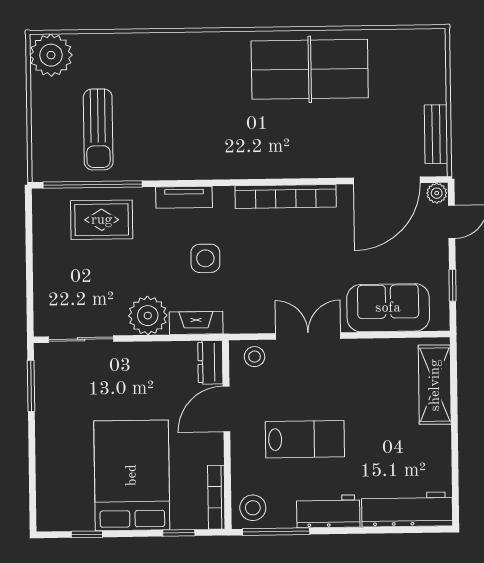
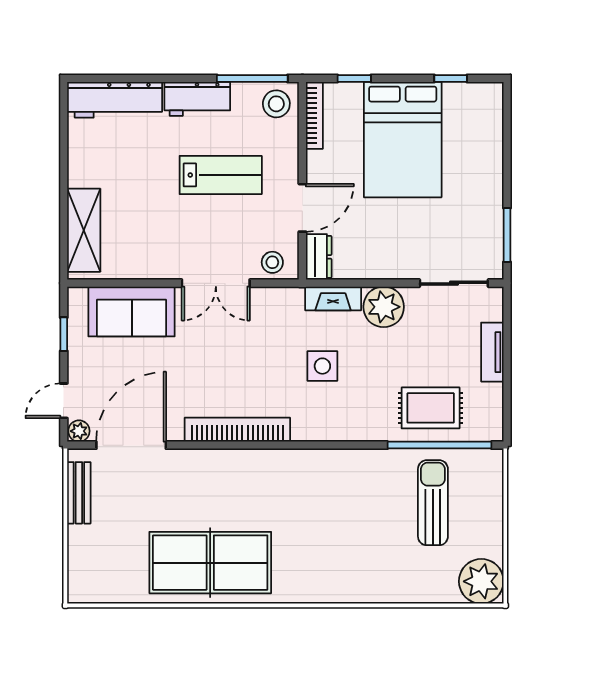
tv unit: (184, 197) -> (492, 352), moved, turned -90
lab bench: (305, 439) -> (221, 175), turned 180

